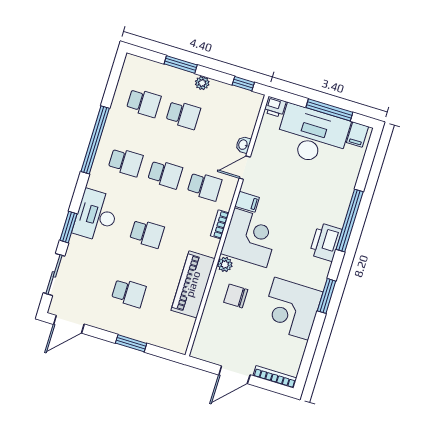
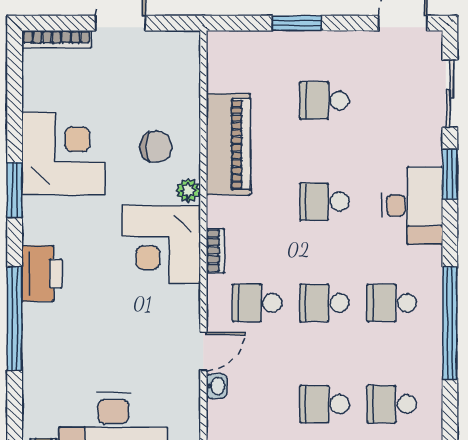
filing cabinet: (247, 202) -> (183, 299), removed

